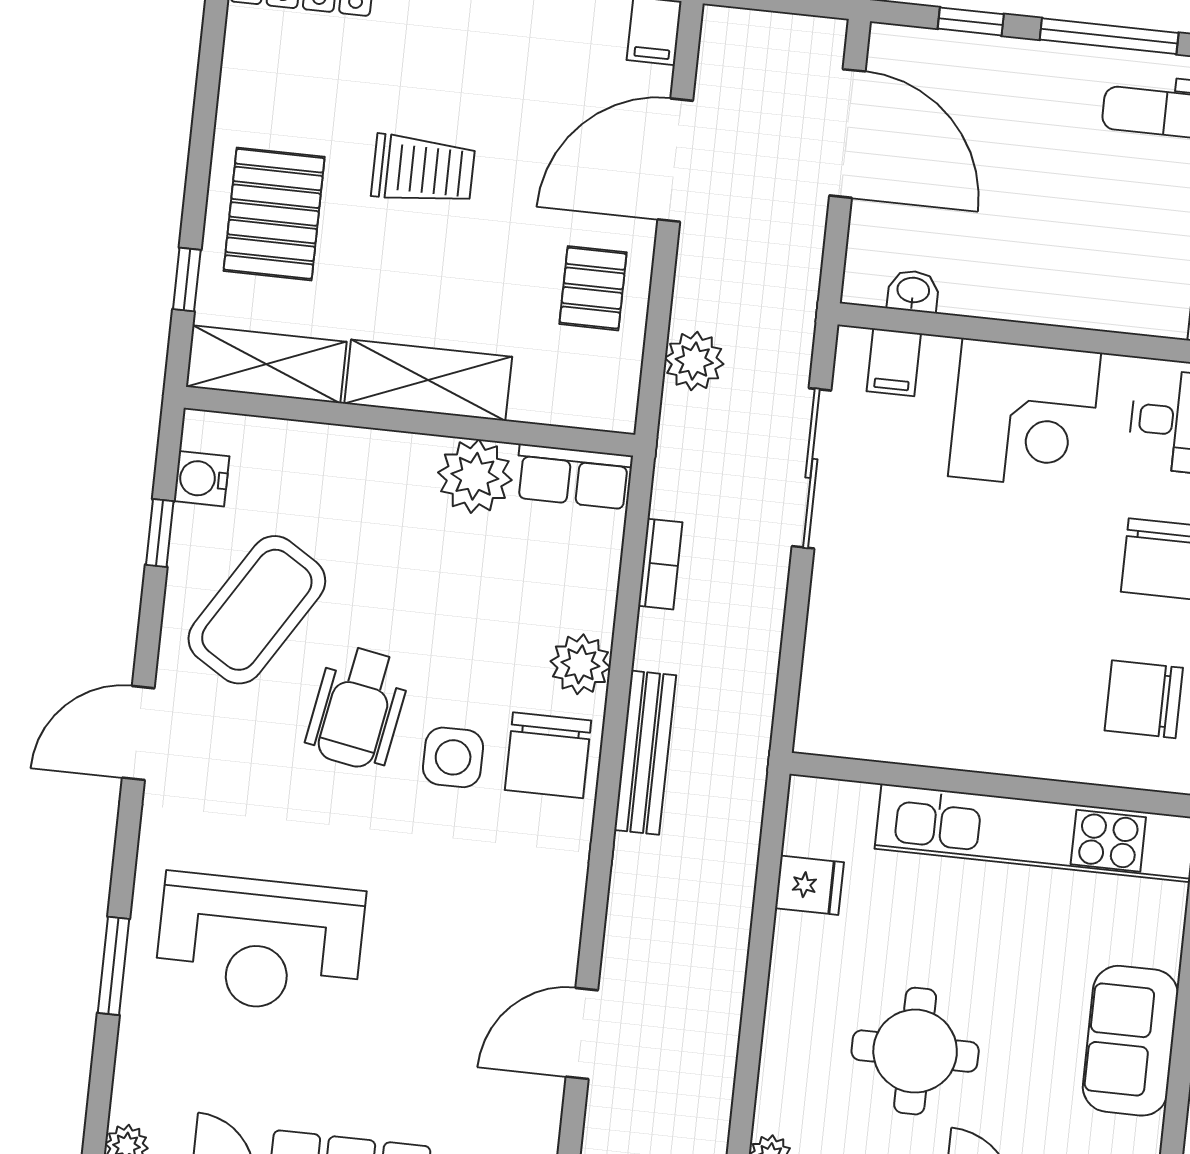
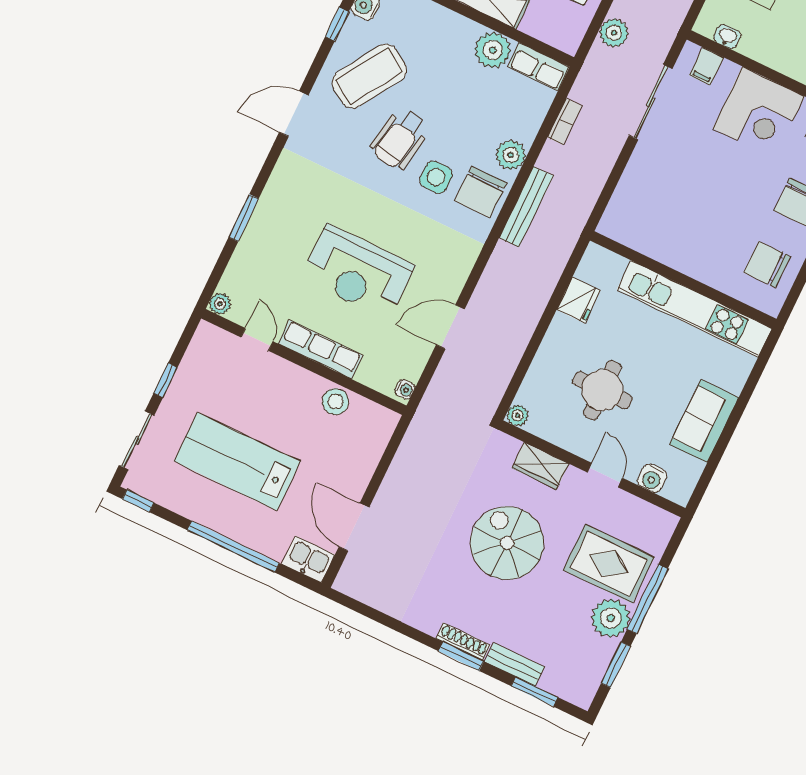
fridge: (809, 885) -> (578, 300), width x1.38
reception desk: (260, 943) -> (358, 272), moved

